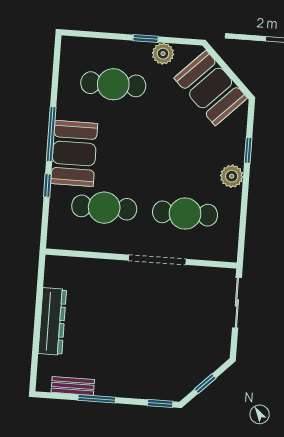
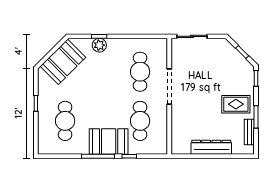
plant: (163, 54) -> (44, 92), removed
plant: (232, 176) -> (99, 45), moved
rug: (120, 367) -> (236, 104), added

